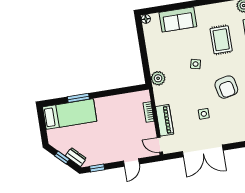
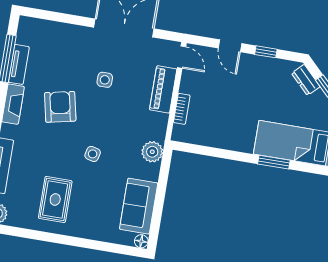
sofa: (178, 20) -> (139, 206), moved, turned -90
rug: (221, 40) -> (55, 199), moved
door: (131, 163) -> (230, 46), swing flipped
window: (97, 168) -> (266, 52), moved

